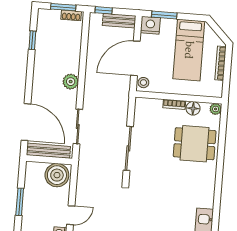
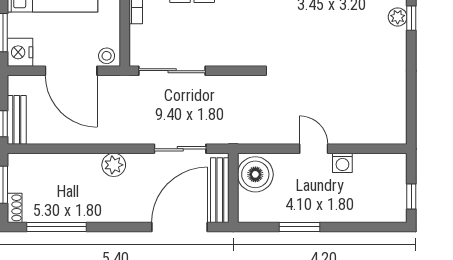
shoe rack: (71, 15) -> (15, 208), moved
bench: (119, 21) -> (17, 120), moved
window: (32, 40) -> (56, 227), width x2.17
sliding door: (128, 148) -> (172, 71), moved

